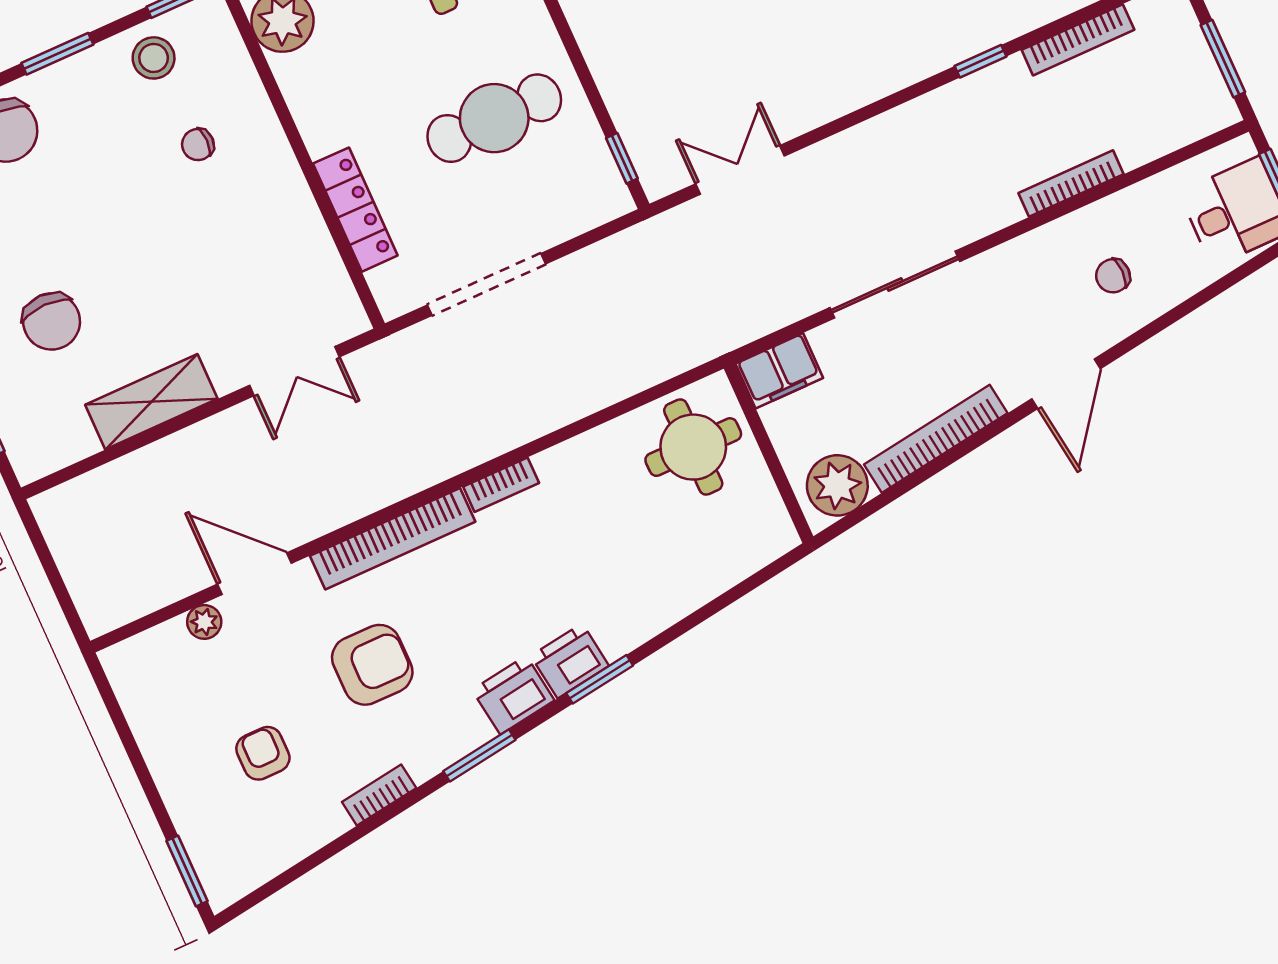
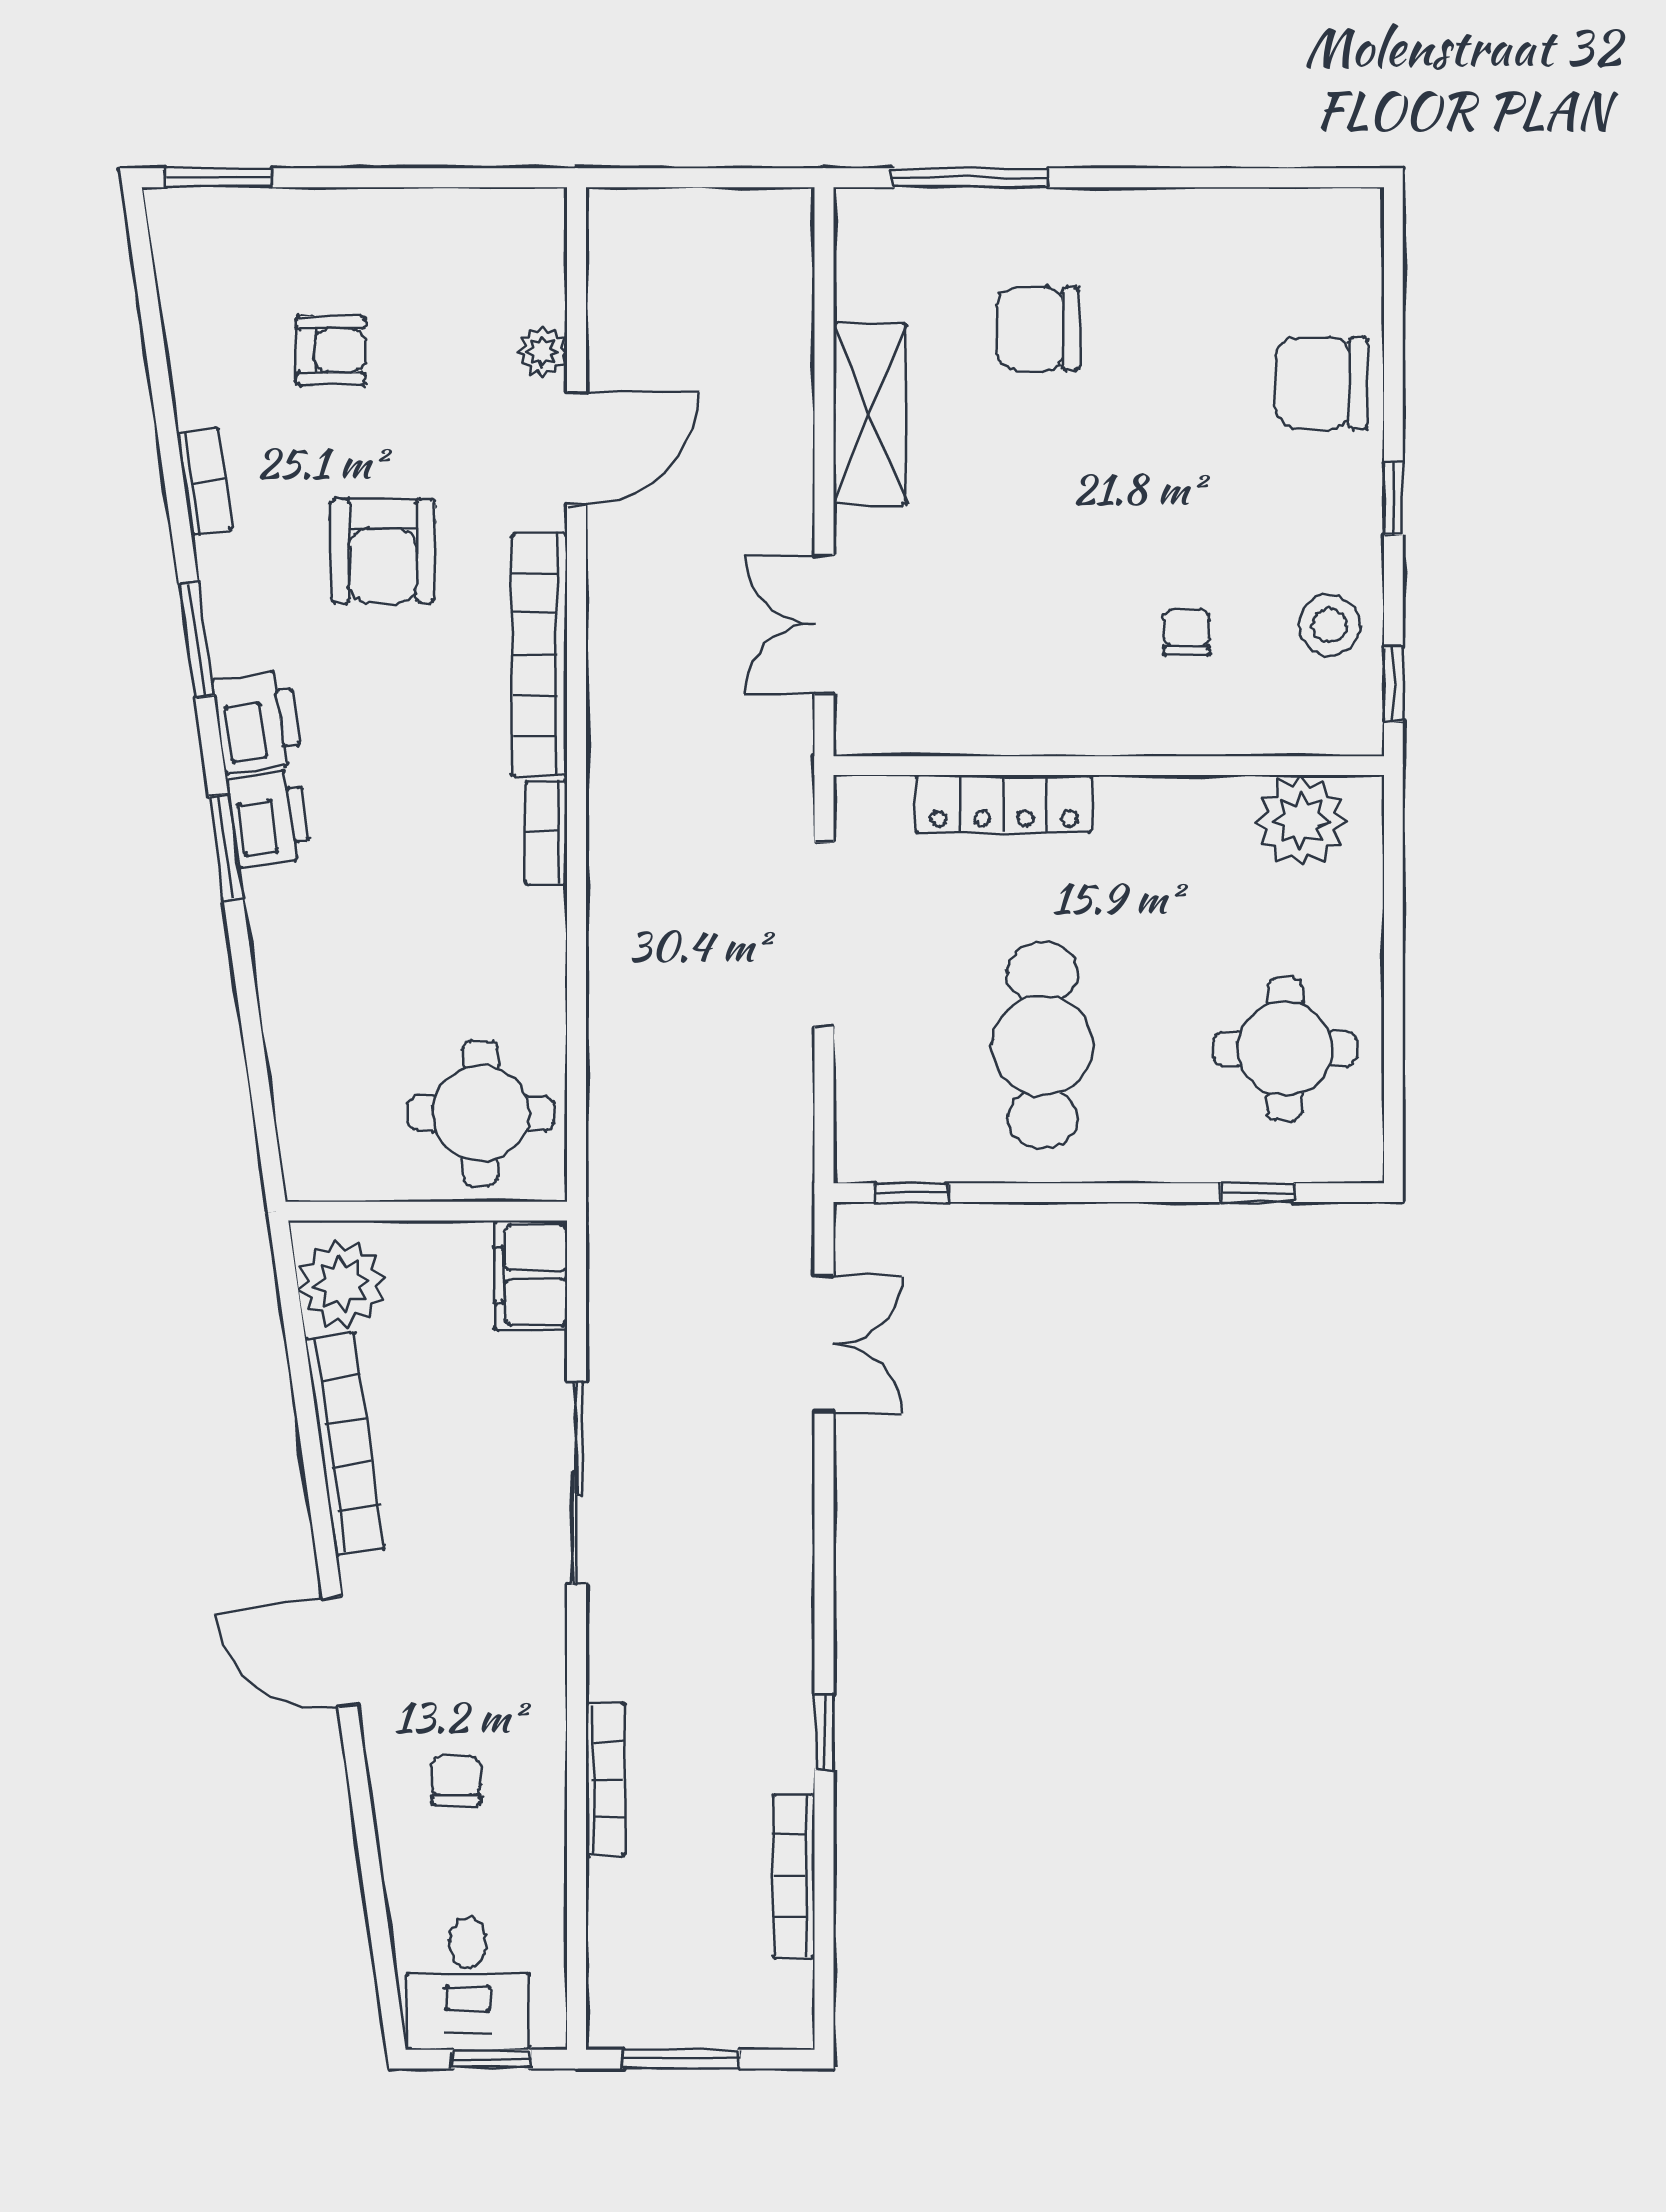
window: (57, 54) -> (1393, 499), width x0.67

